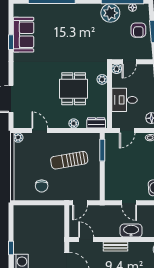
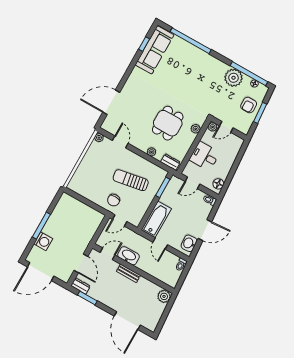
sofa: (24, 35) -> (155, 50), width x1.36
window: (11, 42) -> (144, 44), moved
bathtub: (113, 183) -> (156, 219), added
chair: (42, 186) -> (114, 200), moved
washbasin: (131, 231) -> (128, 256), moved
door: (86, 240) -> (108, 254), hinge flipped
window: (11, 248) -> (41, 226), width x2.17

